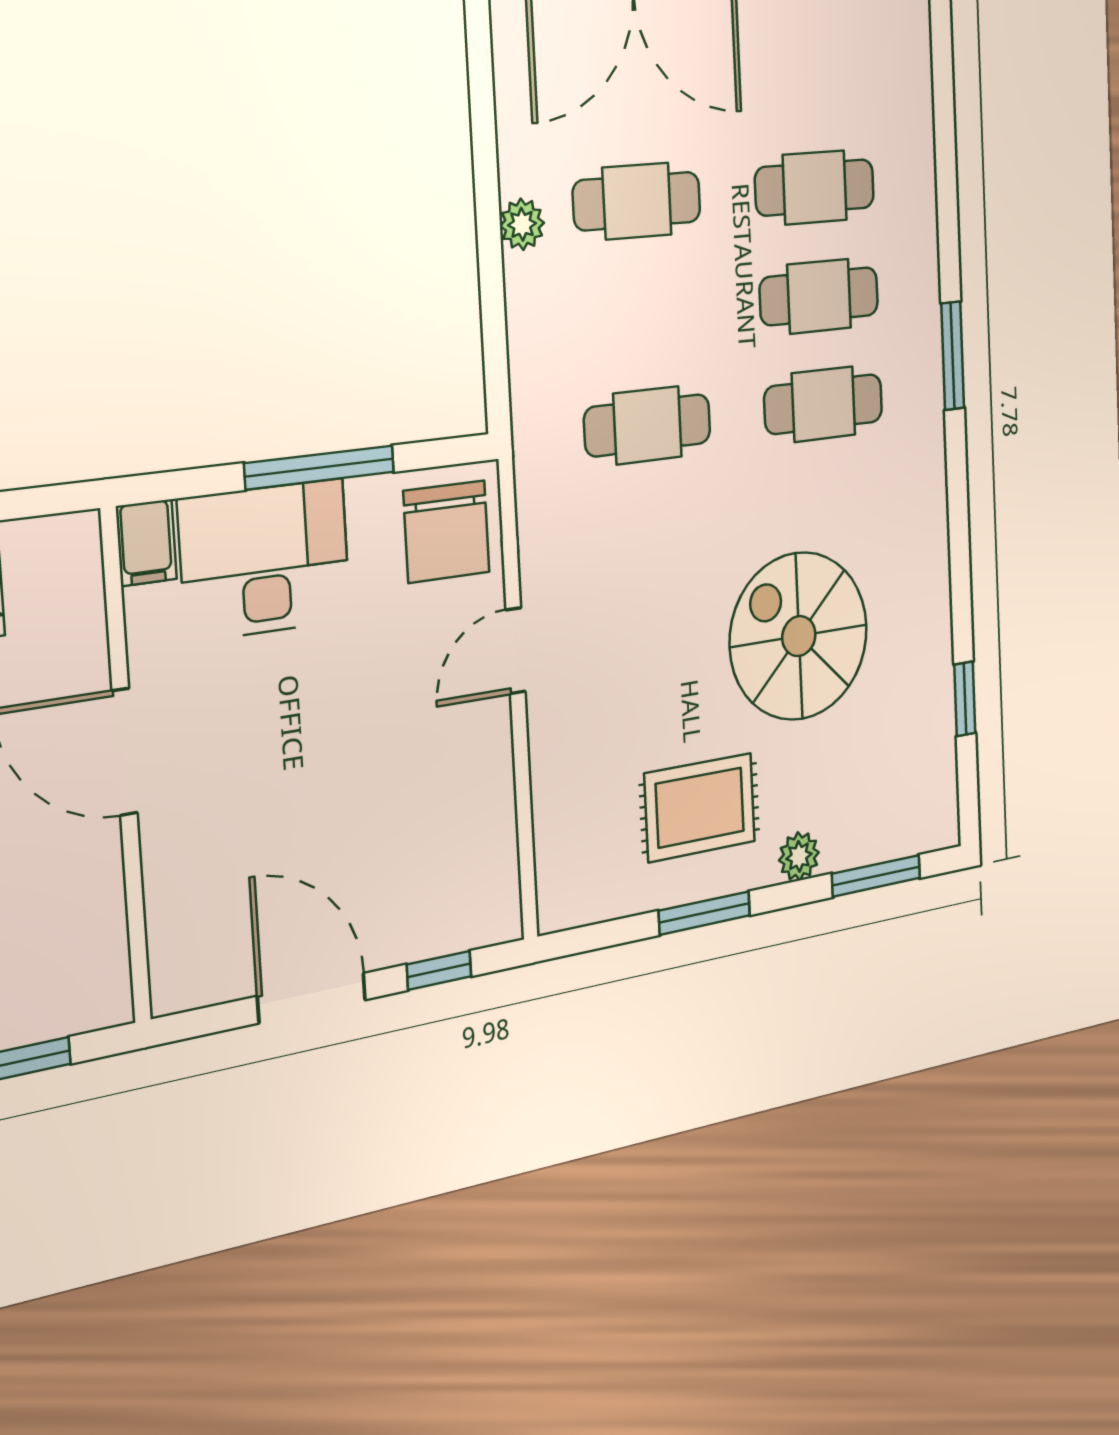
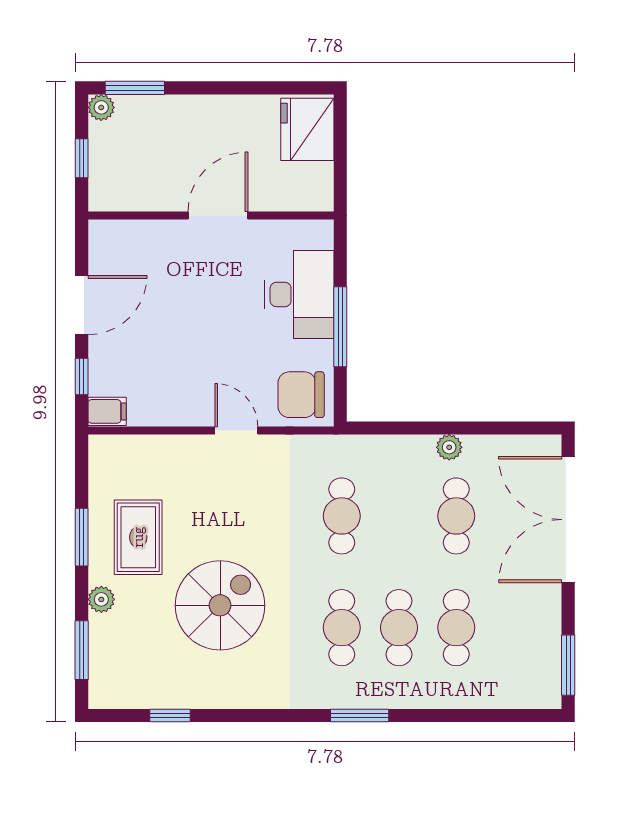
filing cabinet: (146, 543) -> (107, 411), moved, turned 180

